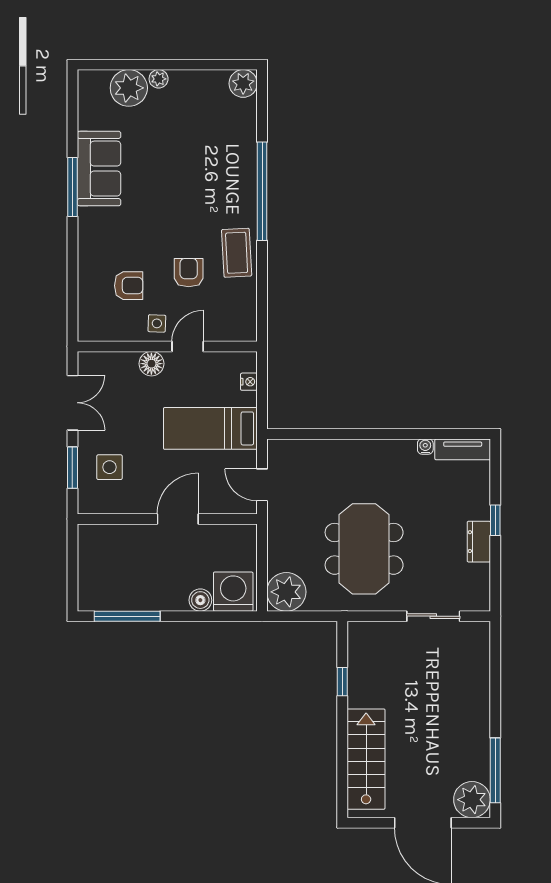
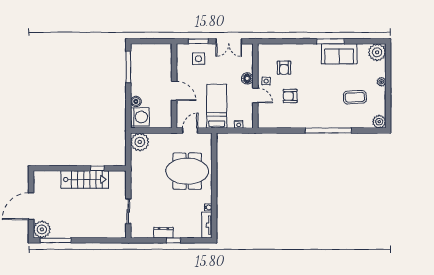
plant: (129, 88) -> (377, 52), moved
coffee table: (237, 253) -> (355, 97), moved
armchair: (189, 273) -> (290, 96), turned 180
meeting table: (364, 549) -> (187, 171), moved
stairs: (366, 759) -> (85, 179), moved

